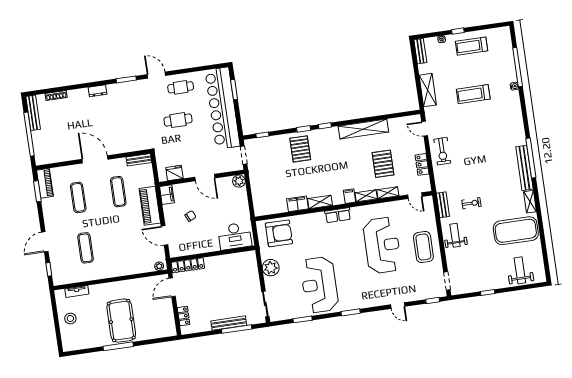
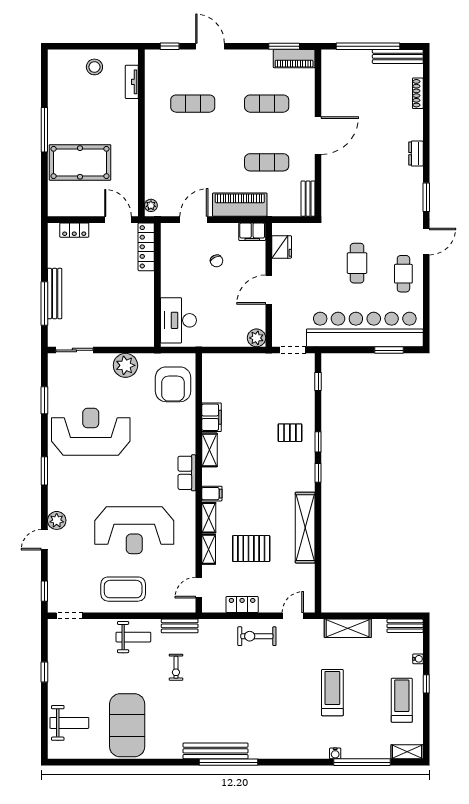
pallet: (300, 149) -> (290, 433), width x0.67, depth x0.71
shelving: (530, 202) -> (407, 752), moved
plant: (383, 299) -> (57, 520), added
pool table: (121, 321) -> (80, 162), moved

